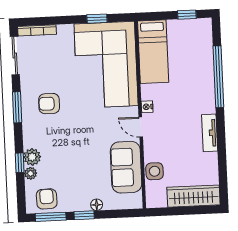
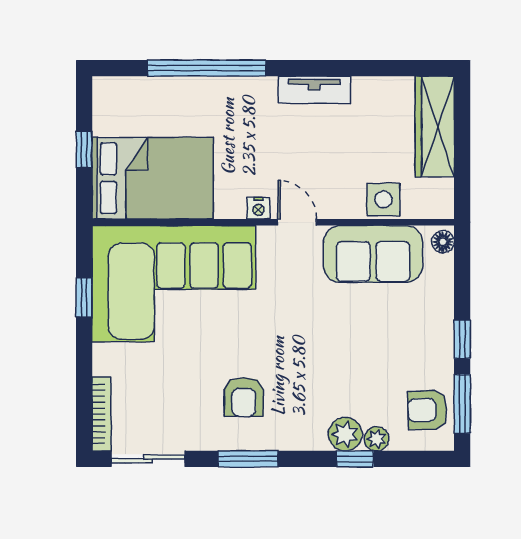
window: (187, 15) -> (84, 149), moved
bed: (153, 52) -> (153, 178), width x1.50
door: (141, 127) -> (297, 222), swing flipped
floor lamp: (97, 205) -> (443, 242), moved

